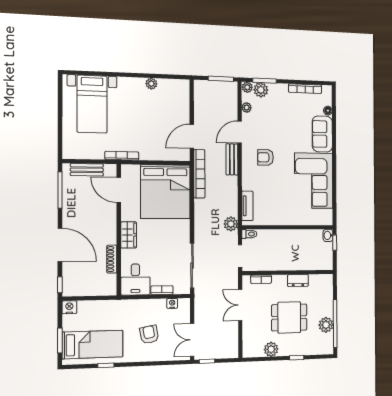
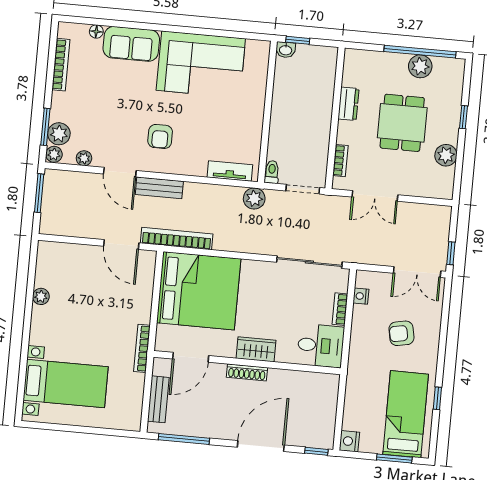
shoe rack: (112, 259) -> (247, 372), moved

